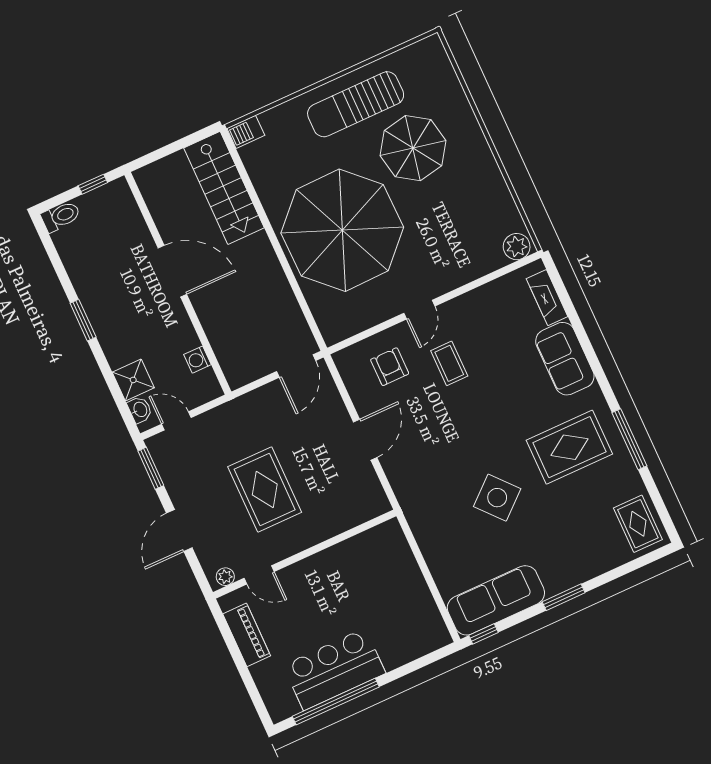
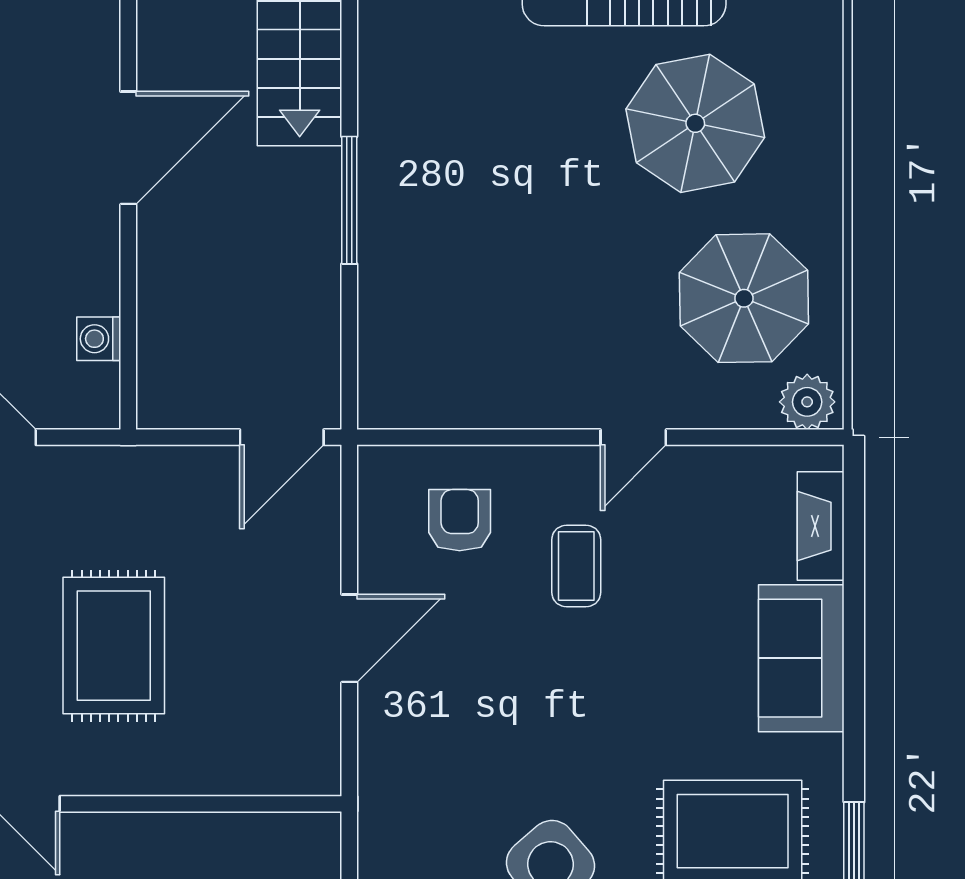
parasol: (342, 230) -> (744, 298), moved, width x0.54, depth x0.54
window: (278, 250) -> (349, 200), added
door: (172, 271) -> (128, 148), hinge flipped
door: (419, 310) -> (633, 437), moved

